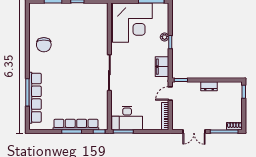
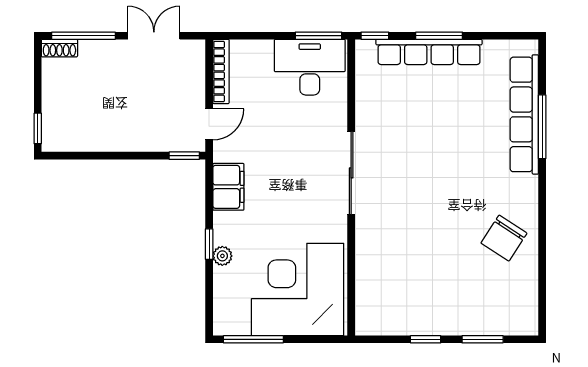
chair: (44, 45) -> (504, 238), turned -147
dresser: (209, 86) -> (119, 141), removed

